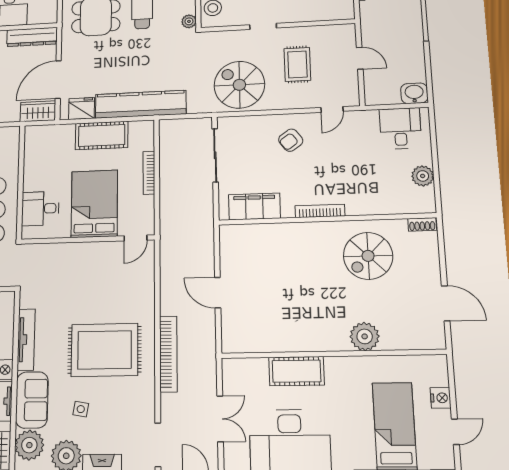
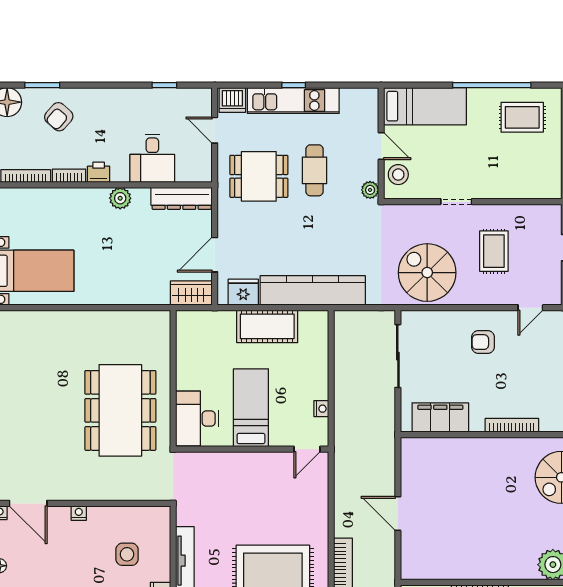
door: (58, 80) -> (215, 255), width x0.73
armchair: (291, 140) -> (483, 342), turned 36
bookcase: (149, 173) -> (322, 374), removed
nightstand: (148, 203) -> (321, 409), added
bed: (94, 204) -> (251, 408), width x0.67
desk: (40, 209) -> (197, 419), width x1.37

